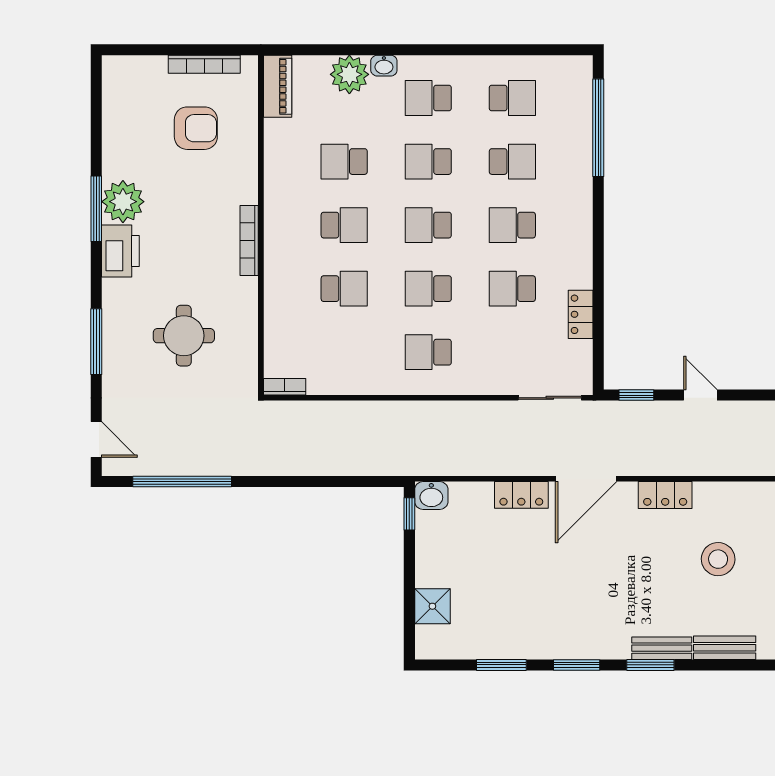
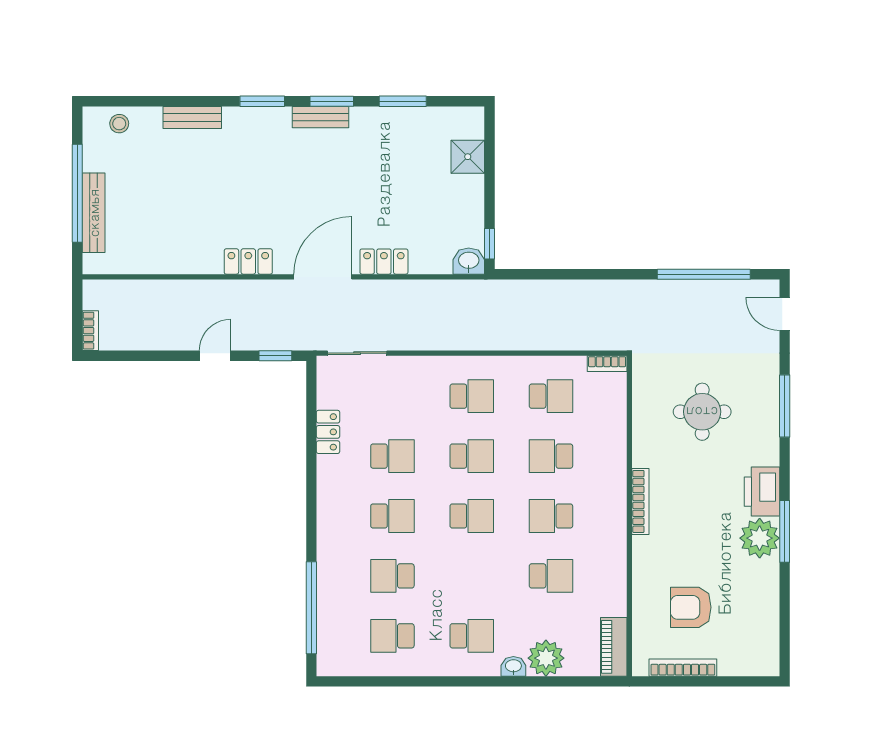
school desk: (428, 162) -> (551, 396), moved
door: (700, 395) -> (215, 356), swing flipped
stool: (718, 559) -> (198, 201), removed
bench: (662, 648) -> (320, 117), moved

